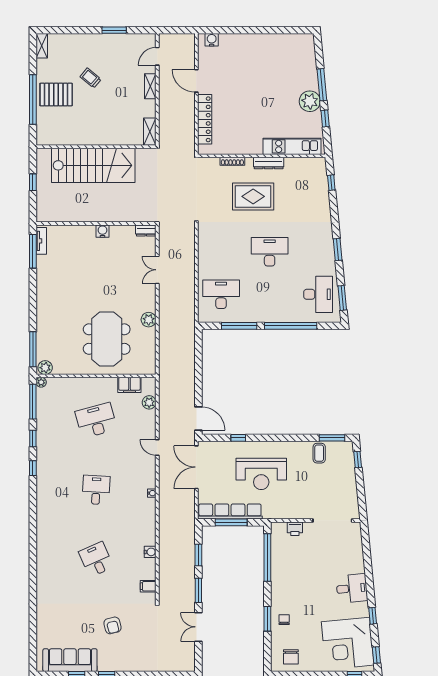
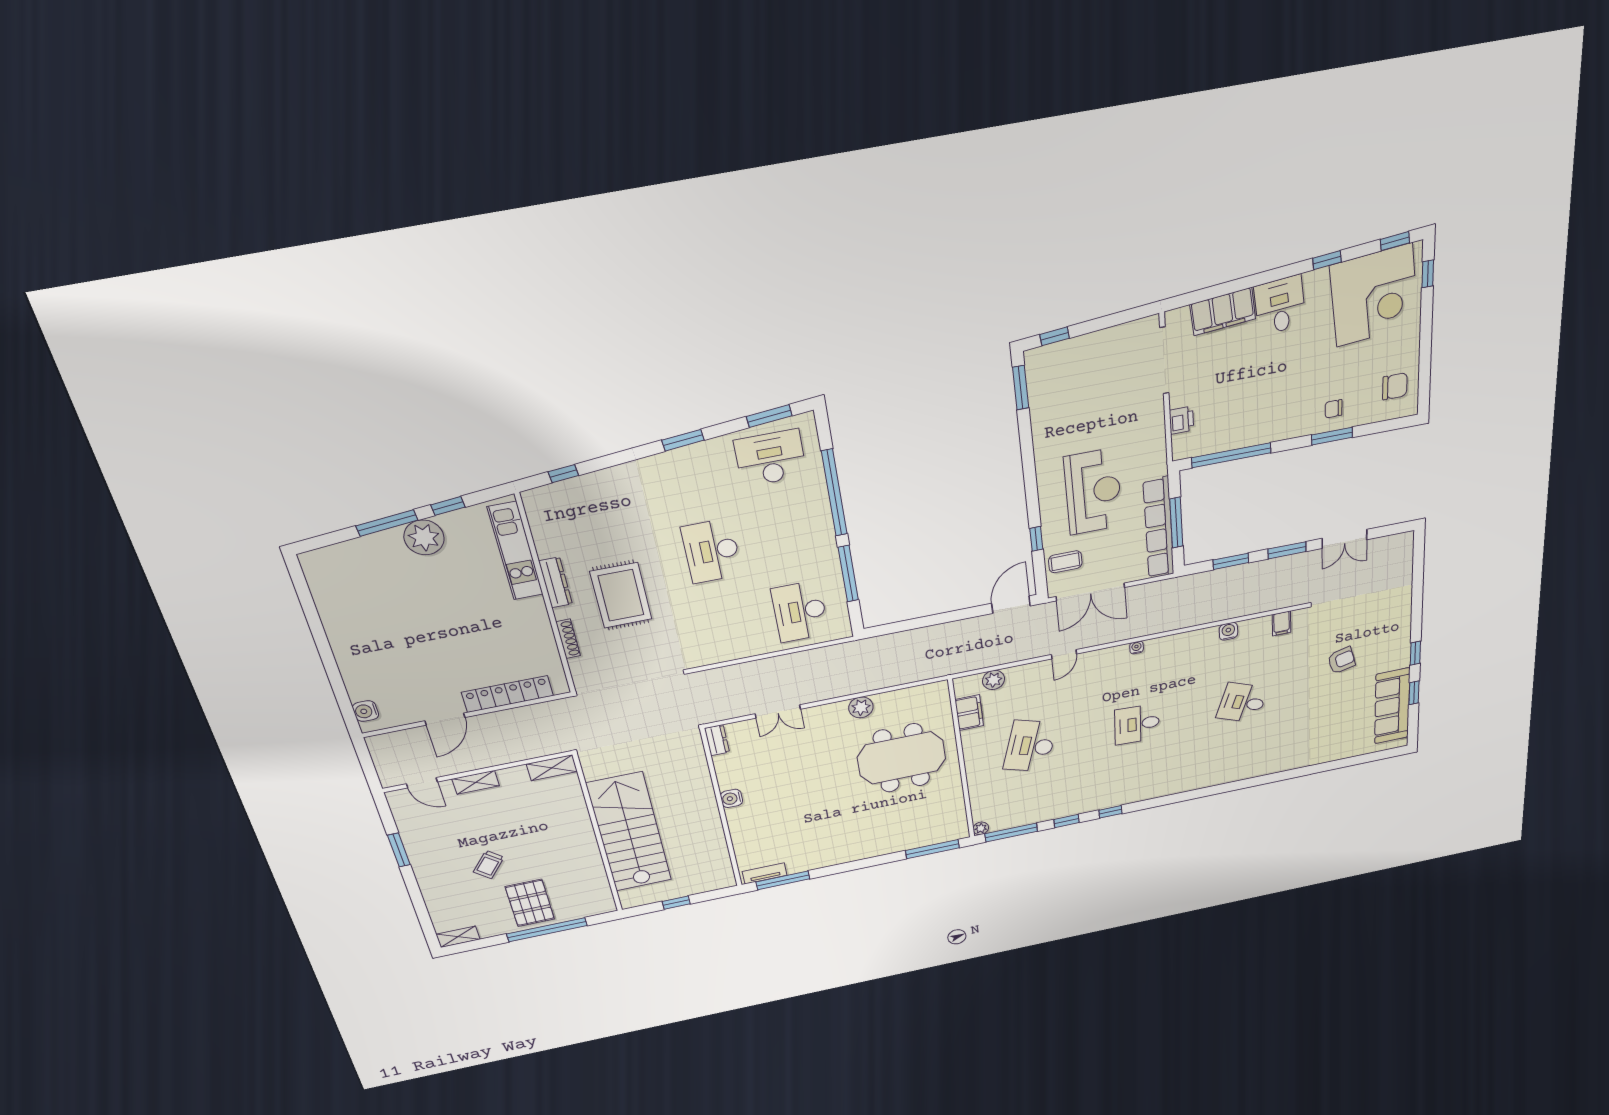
plant: (45, 368) -> (958, 828), removed
desk: (96, 420) -> (1030, 746), turned 33
coffee table: (319, 453) -> (1065, 562), moved
filing cabinet: (354, 555) -> (1223, 312), added
desk: (96, 559) -> (1242, 703), turned 45

